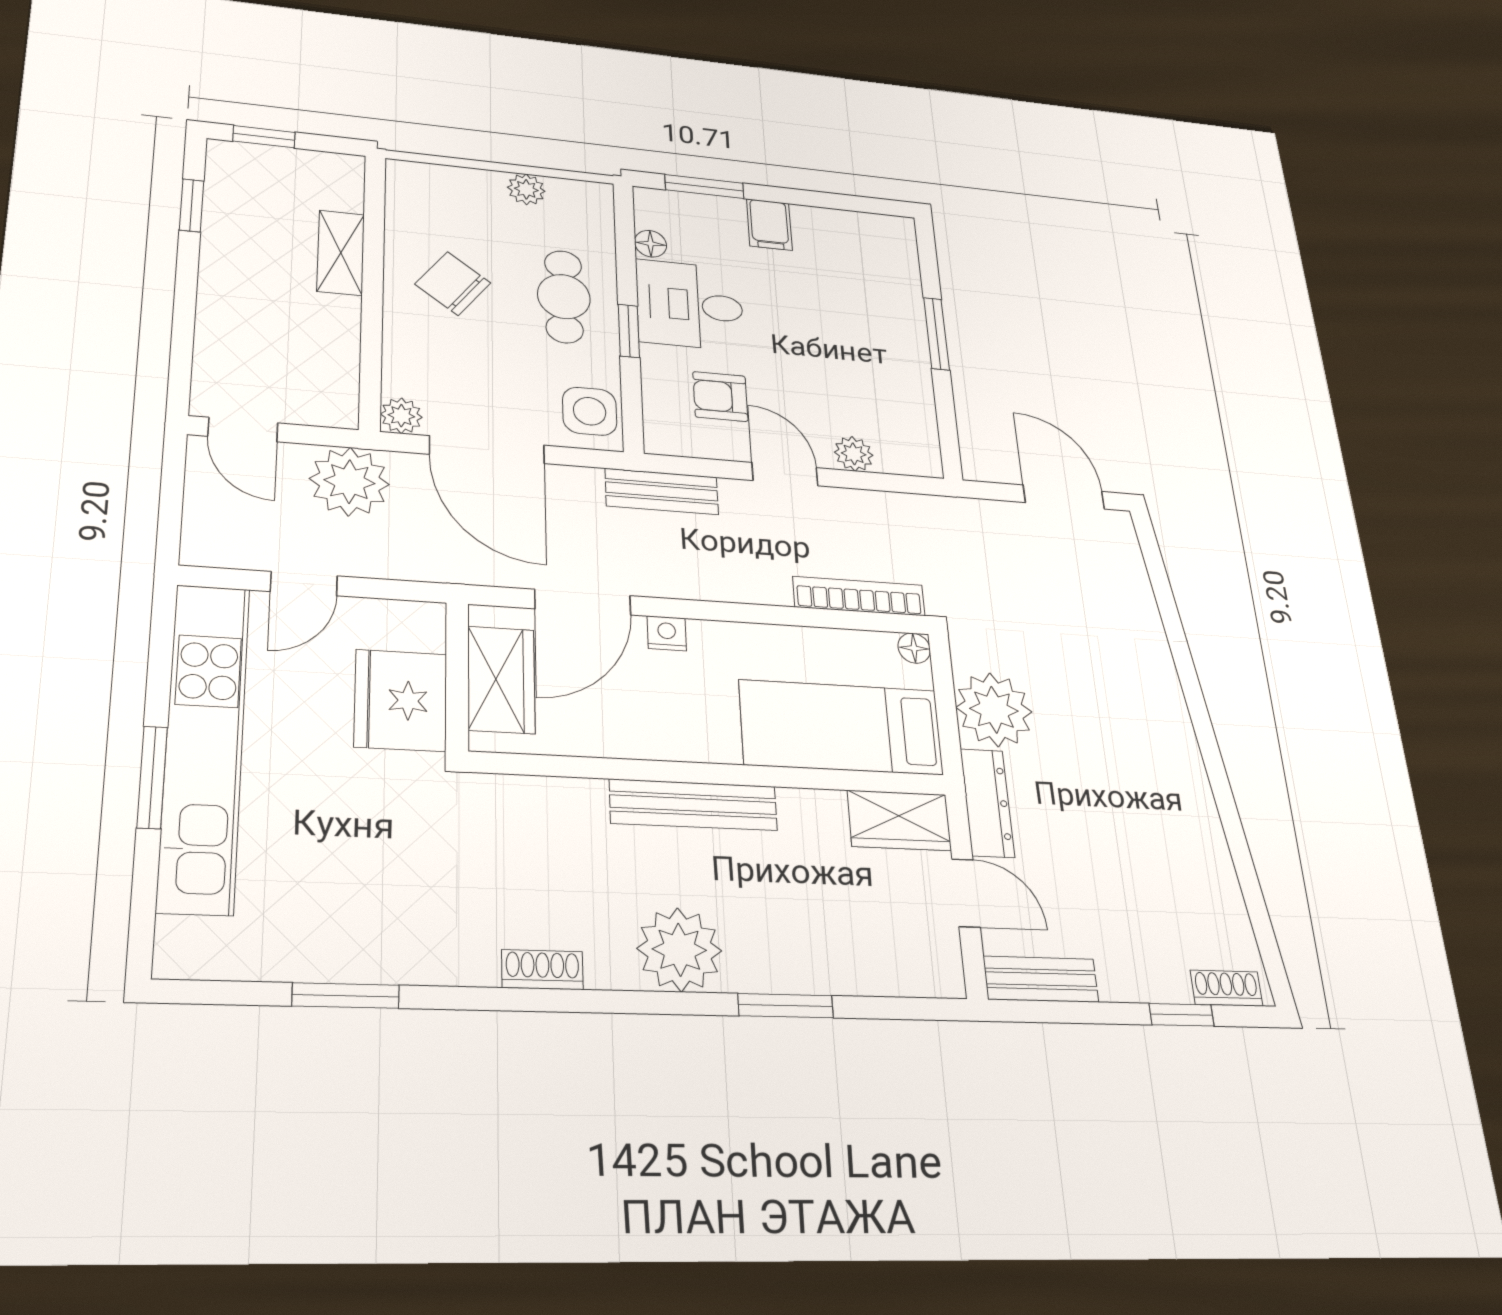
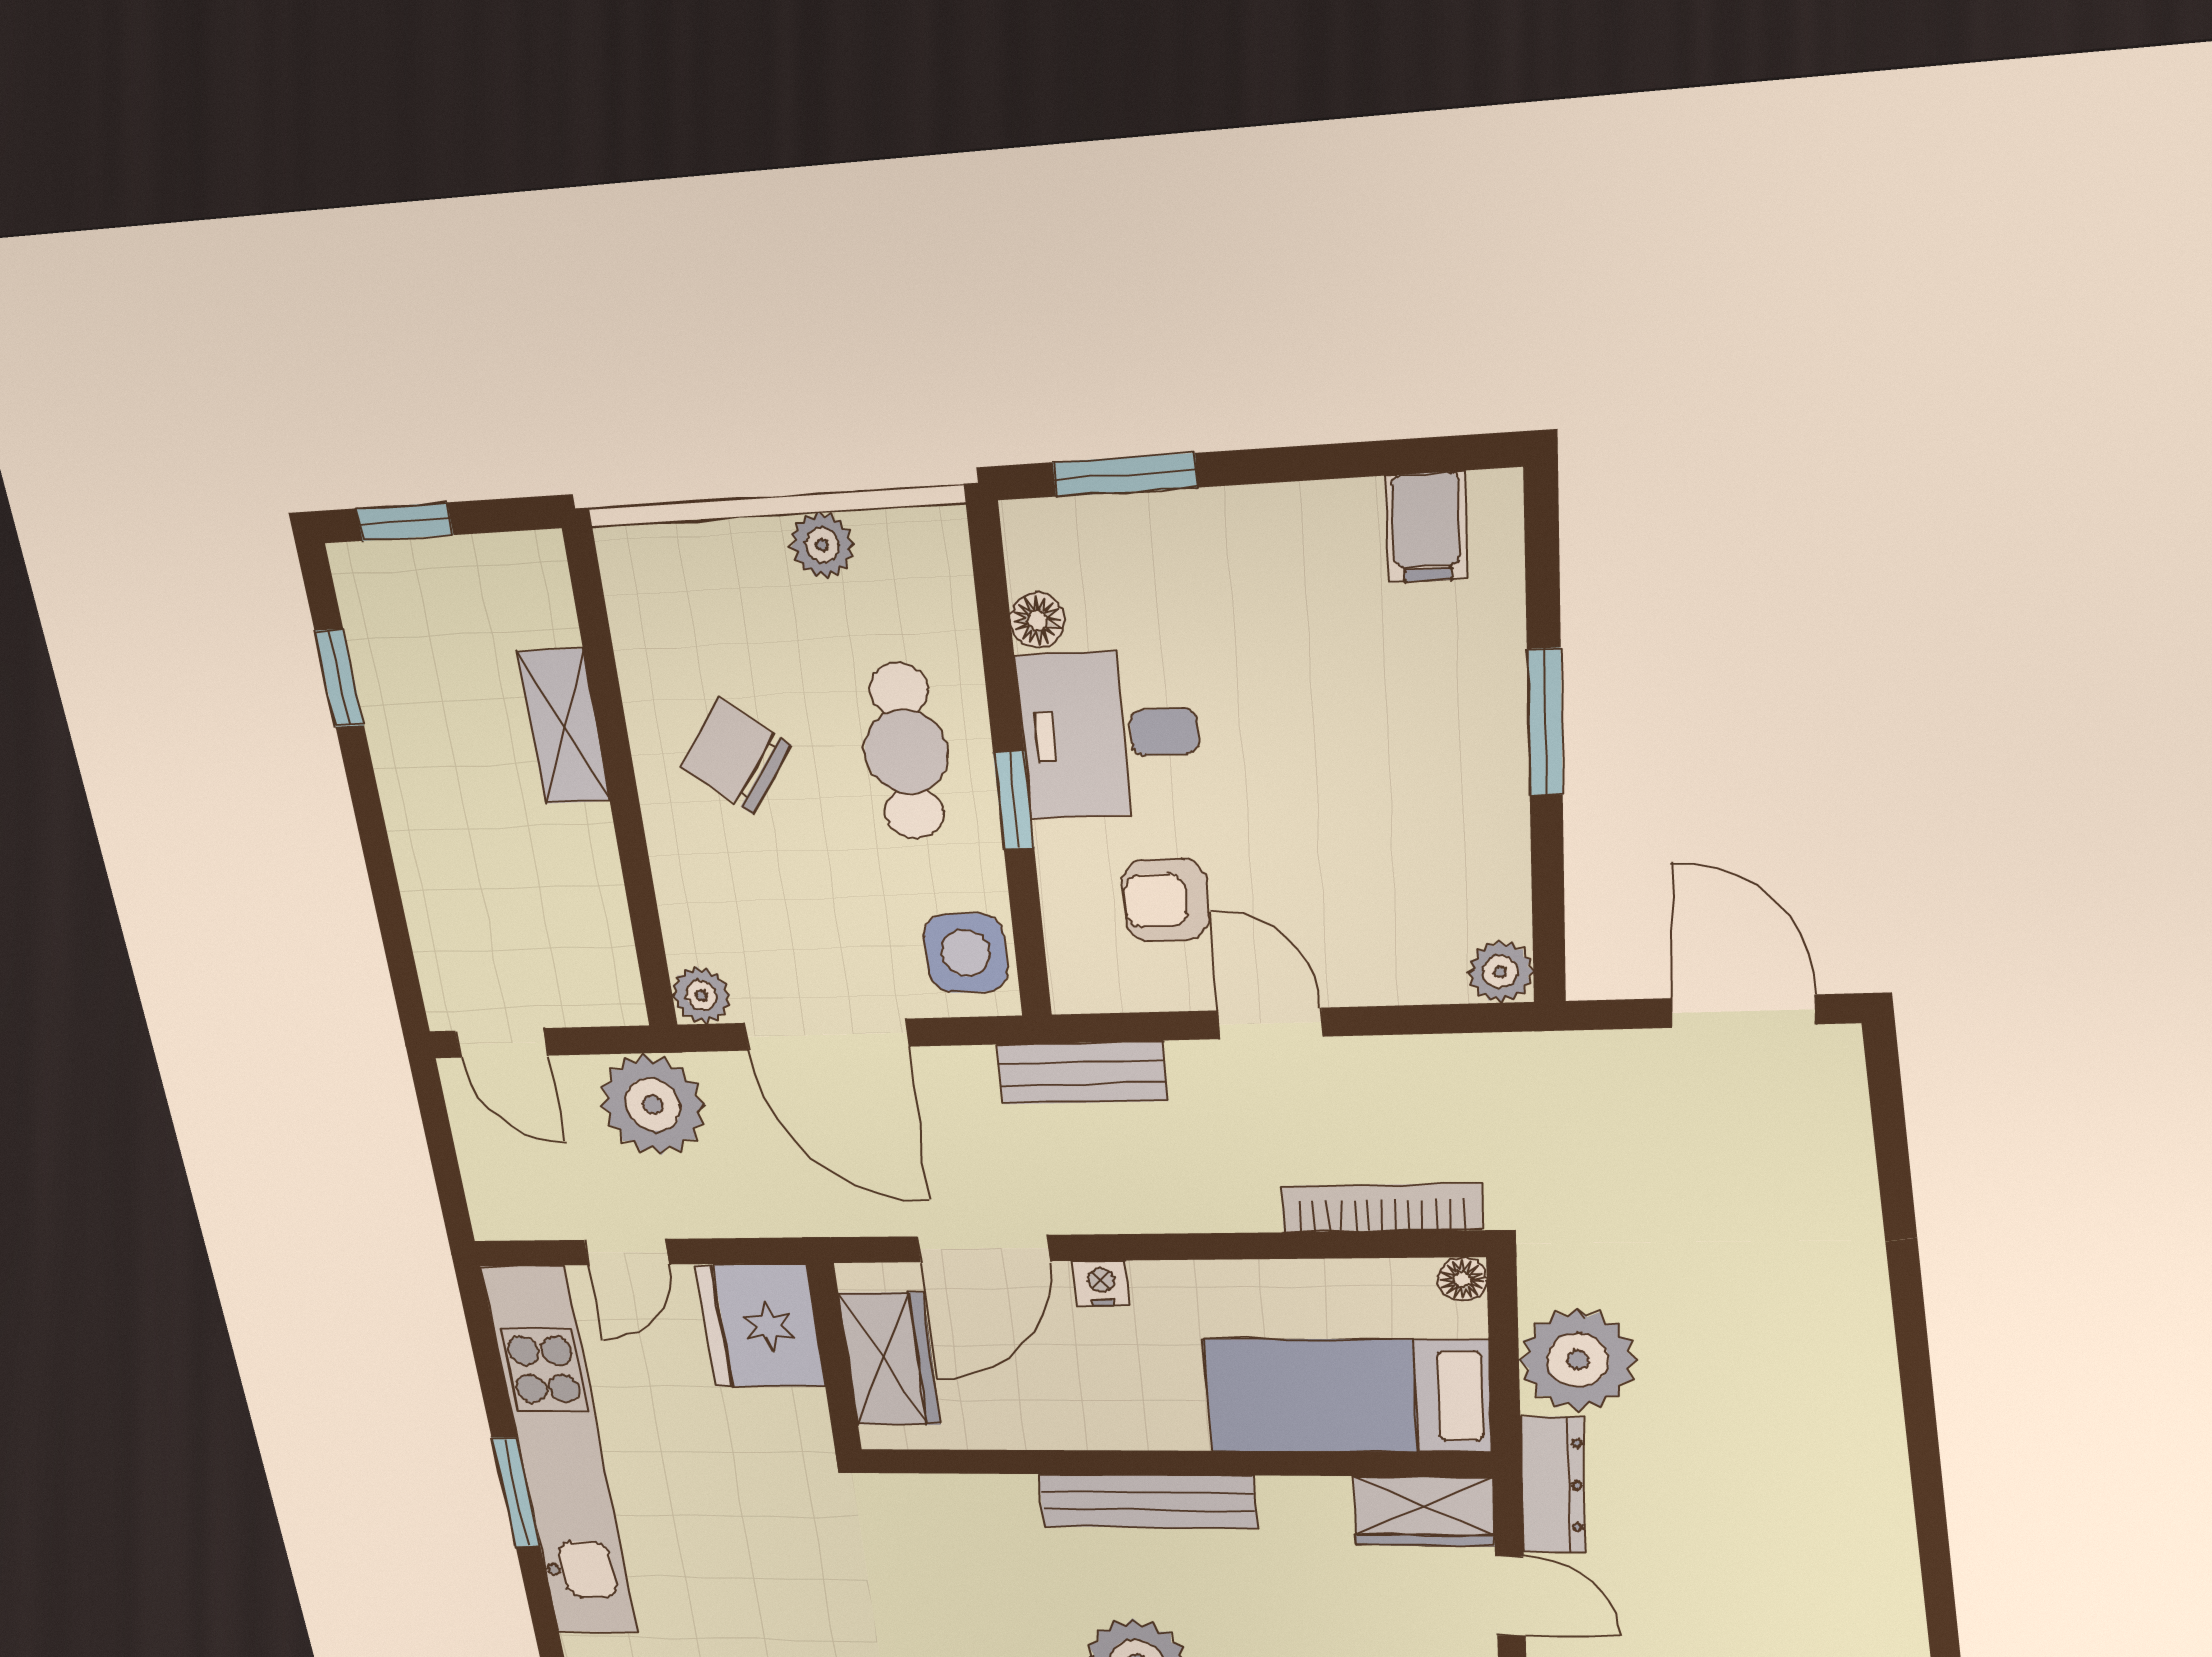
filing cabinet: (769, 225) -> (1426, 527), moved
plant: (854, 454) -> (1500, 972), moved
fridge: (401, 700) -> (761, 1326), moved

